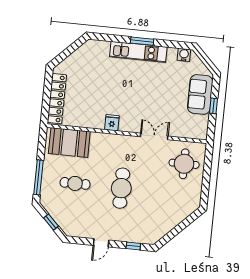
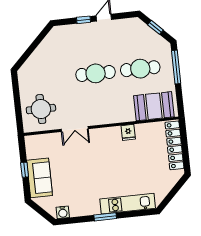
kitchen unit: (138, 52) -> (128, 204), moved
fridge: (112, 123) -> (128, 132), moved
cafe table: (75, 183) -> (140, 69), width x1.37, depth x1.35
cafe table: (121, 188) -> (96, 73), turned 90
window: (133, 246) -> (83, 20), moved

